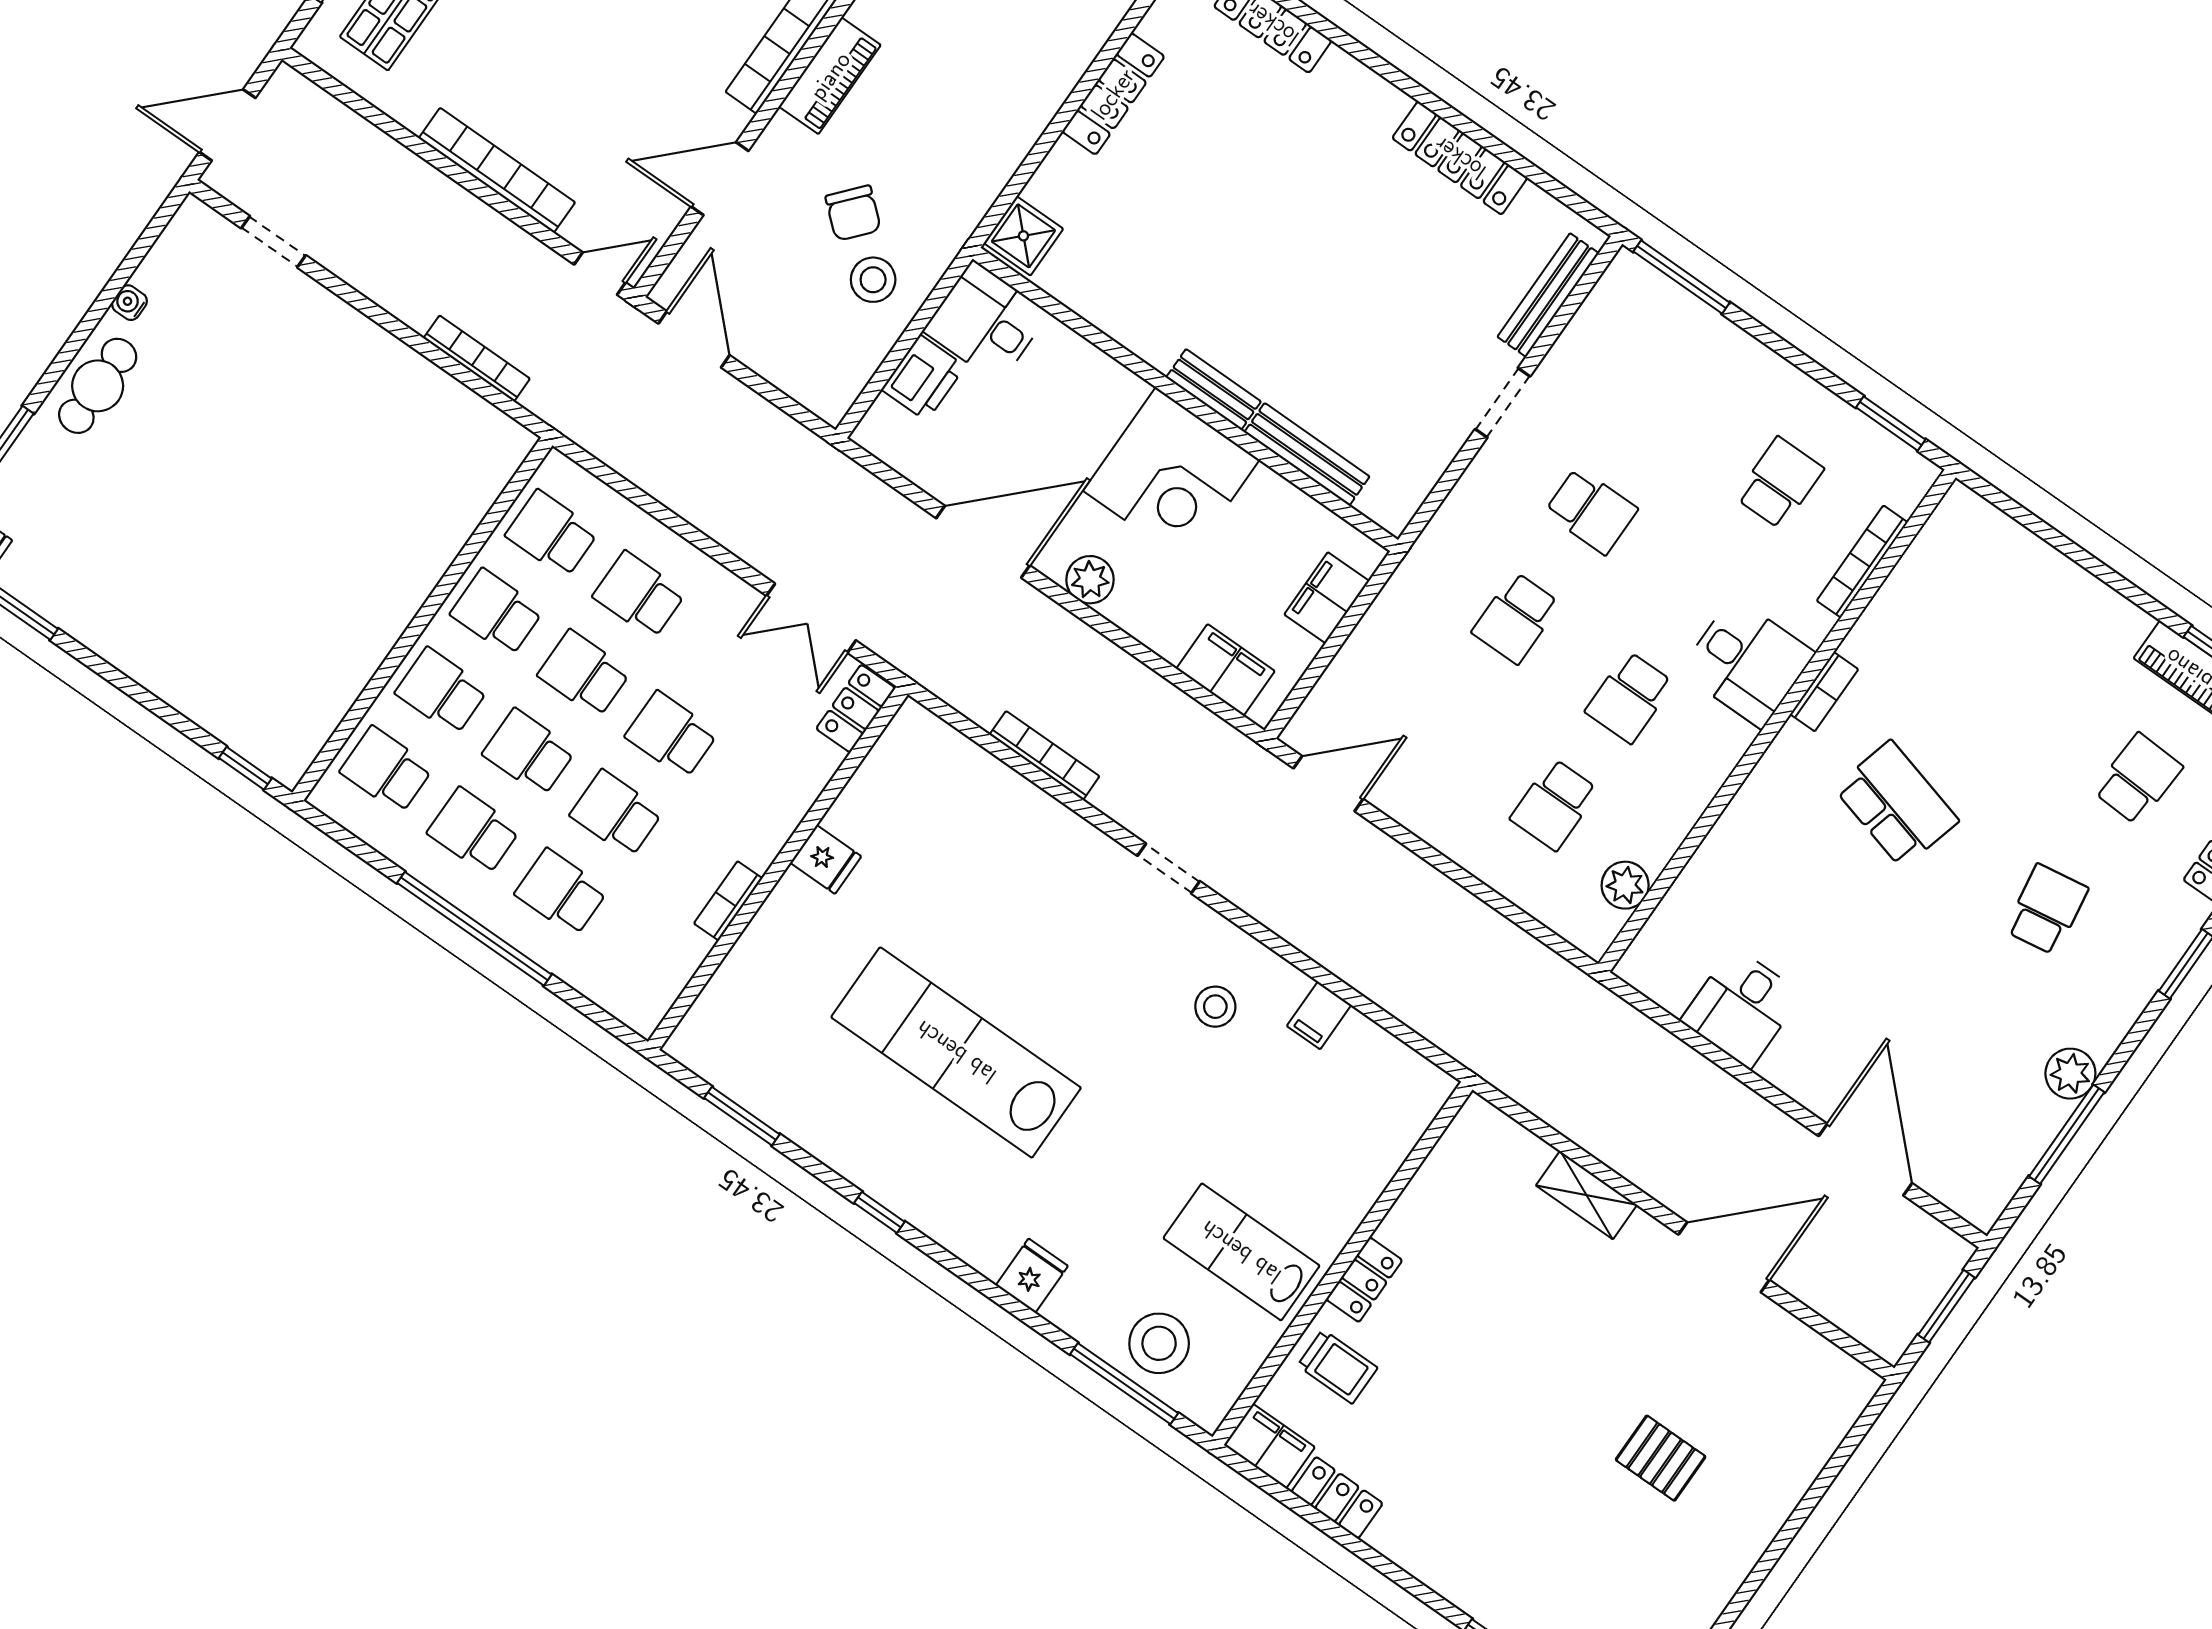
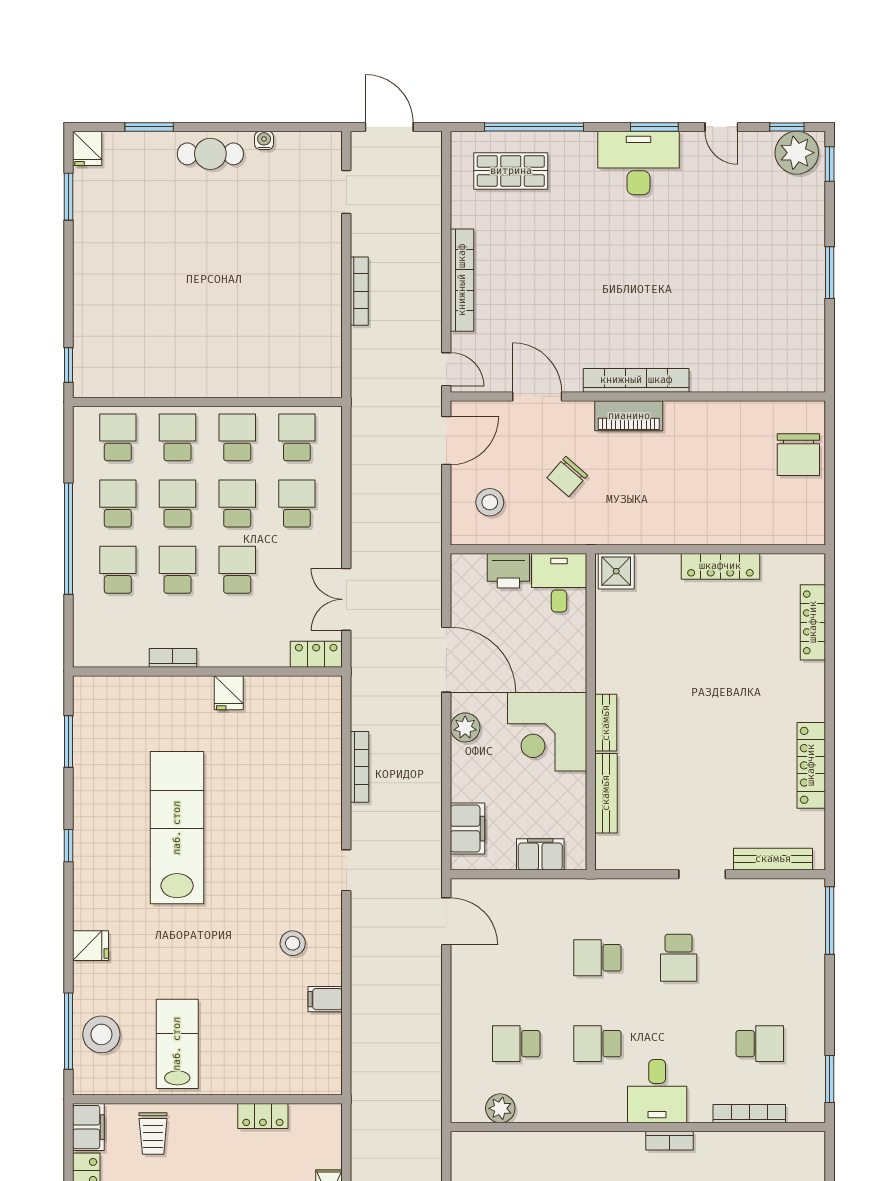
stool: (873, 280) -> (490, 502), moved
bookcase: (477, 358) -> (359, 291), moved
locker: (1364, 1280) -> (263, 1116), moved

